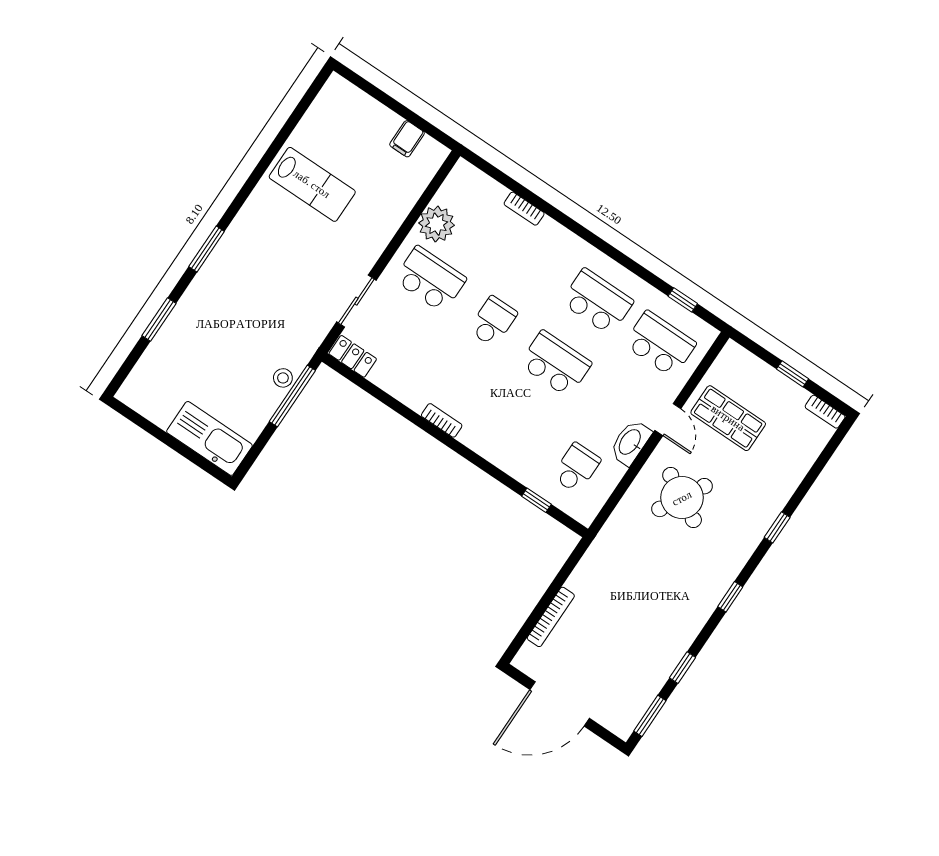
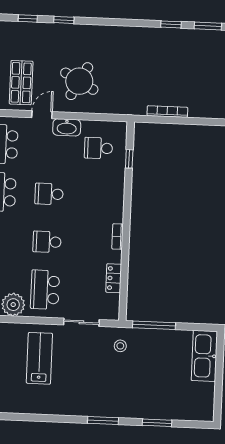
lab bench: (312, 184) -> (39, 358), moved
locker: (353, 356) -> (114, 278), moved
school desk: (556, 364) -> (49, 194), width x0.54
stool: (283, 378) -> (120, 346), moved
window: (730, 597) -> (28, 18), moved
bookcase: (551, 617) -> (167, 112), moved

